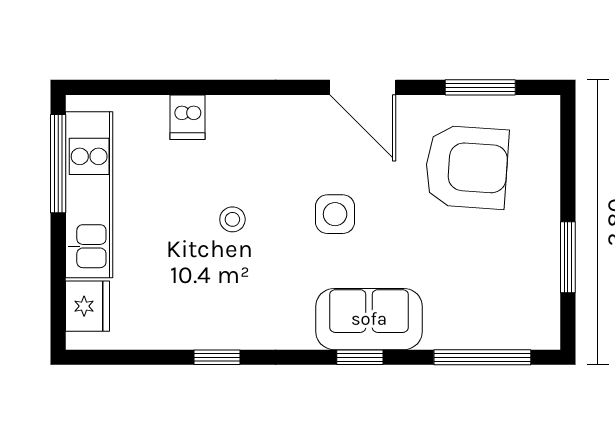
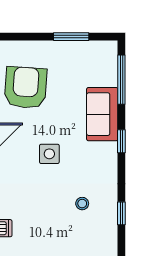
stool: (232, 219) -> (82, 204), moved
sofa: (369, 319) -> (102, 114), moved

